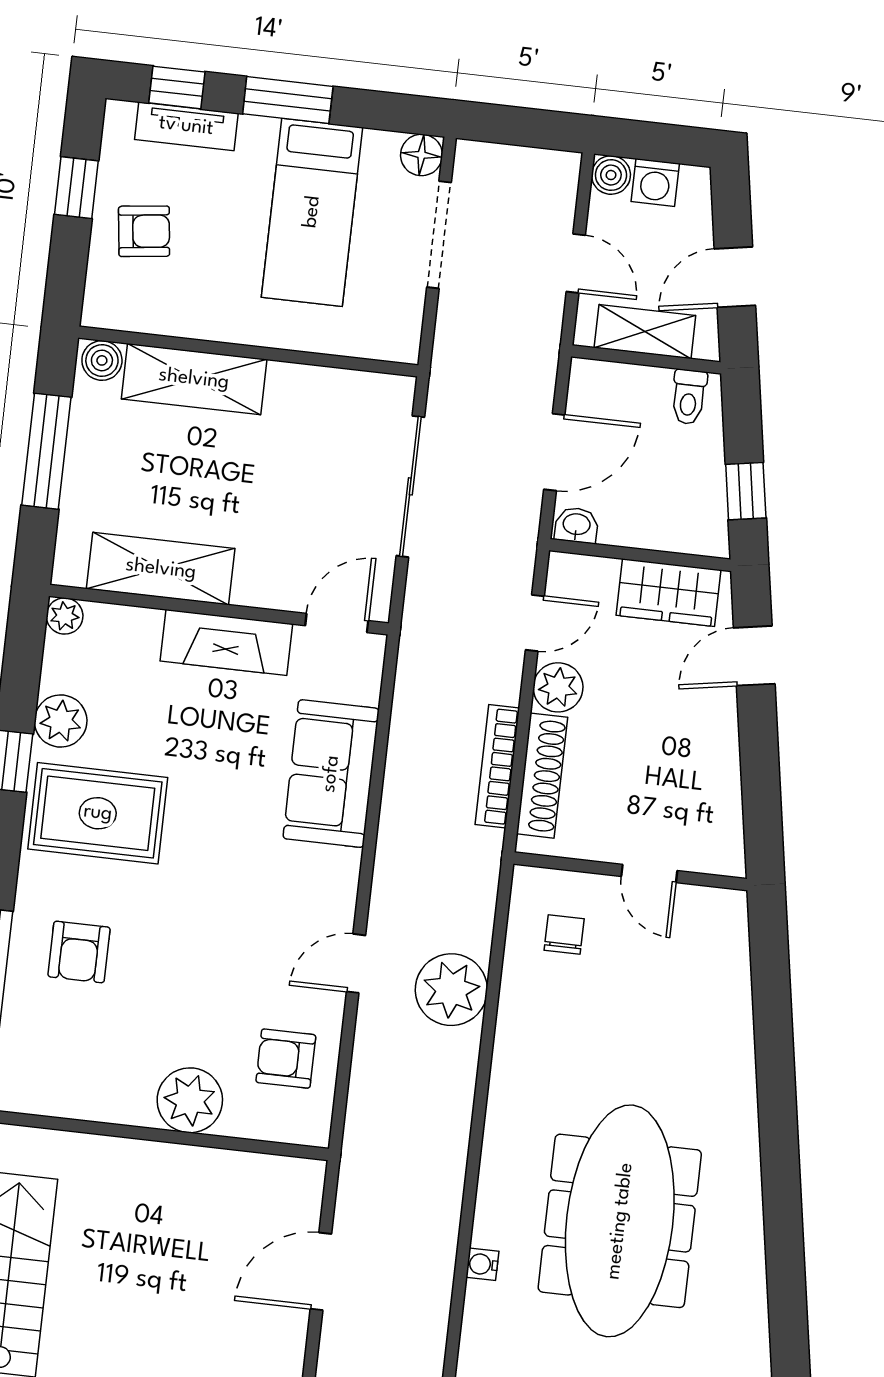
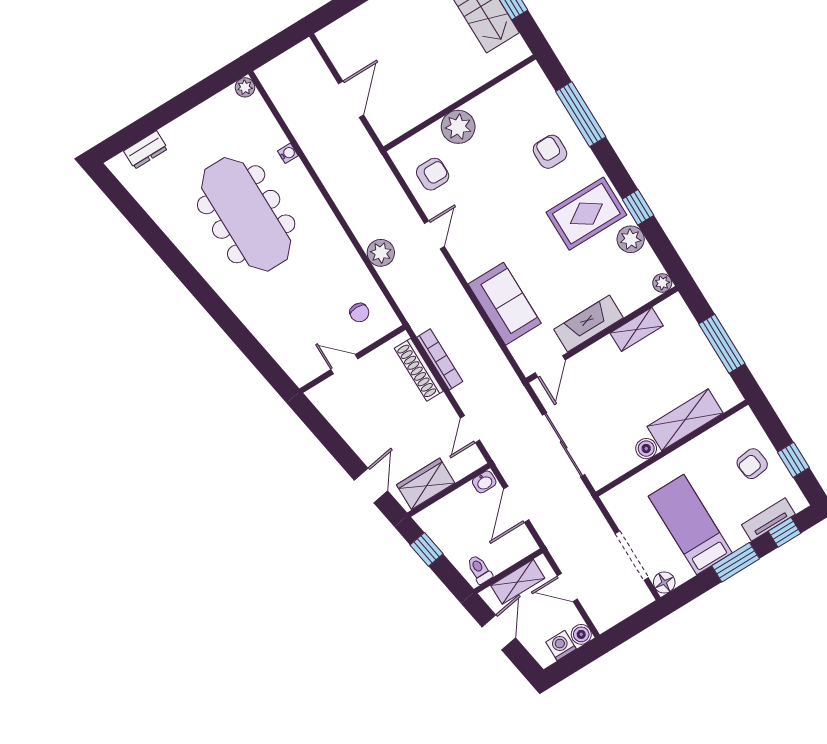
boiler: (102, 360) -> (646, 449), moved
shelving: (161, 569) -> (637, 329), width x0.67, depth x0.75
plant: (558, 687) -> (440, 410), removed
plant: (451, 990) -> (381, 253), width x0.73, depth x0.73

